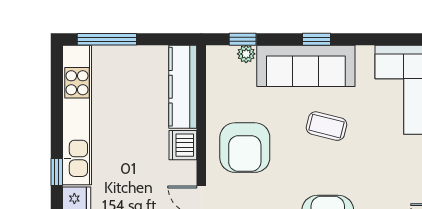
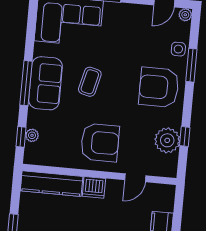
window: (317, 39) -> (26, 83), width x2.17
sofa: (306, 66) -> (46, 83), width x0.73

